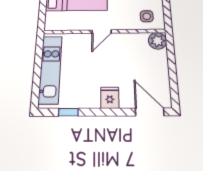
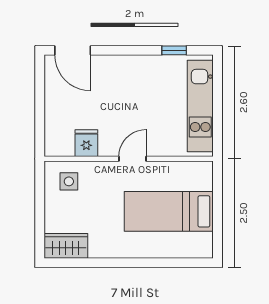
plant: (157, 41) -> (56, 144), removed
fridge: (110, 98) -> (86, 143), moved, turned 180

